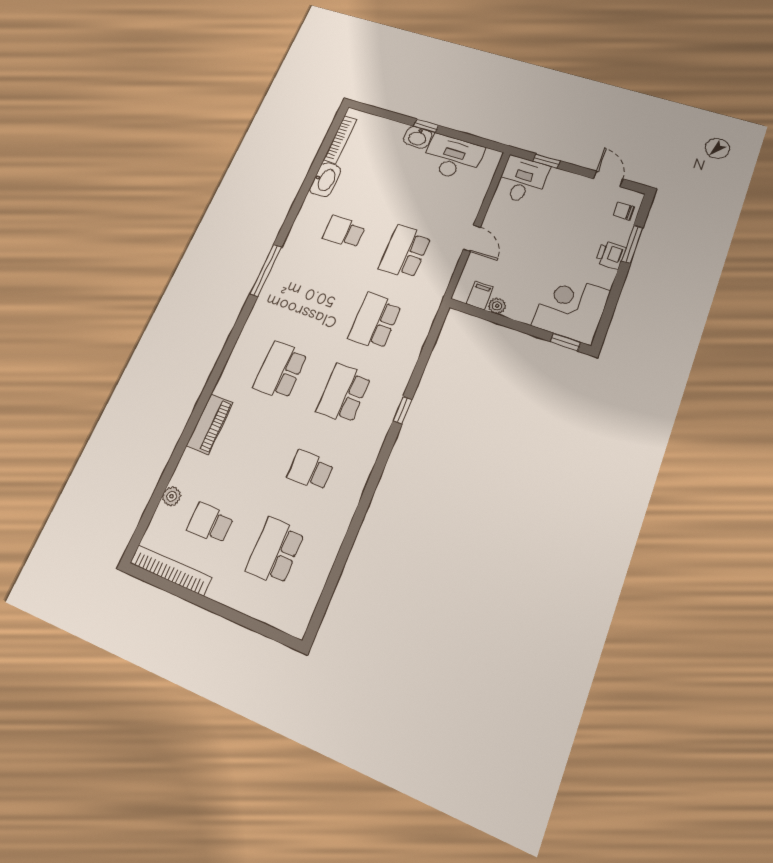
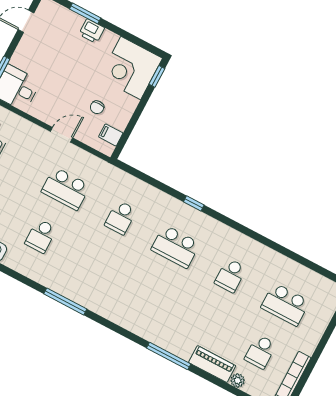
chair: (624, 211) -> (97, 107), moved
plant: (497, 306) -> (121, 123), removed
school desk: (375, 321) -> (121, 217), width x0.54
school desk: (280, 370) -> (151, 294), removed
window: (202, 403) -> (169, 356), added
piano: (210, 424) -> (212, 364), moved

